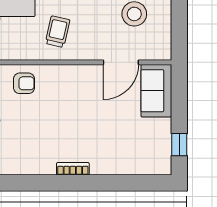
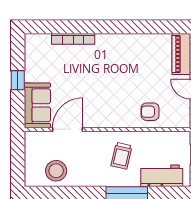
window: (179, 145) -> (18, 80), moved
bookcase: (73, 169) -> (73, 39), moved, width x1.56

